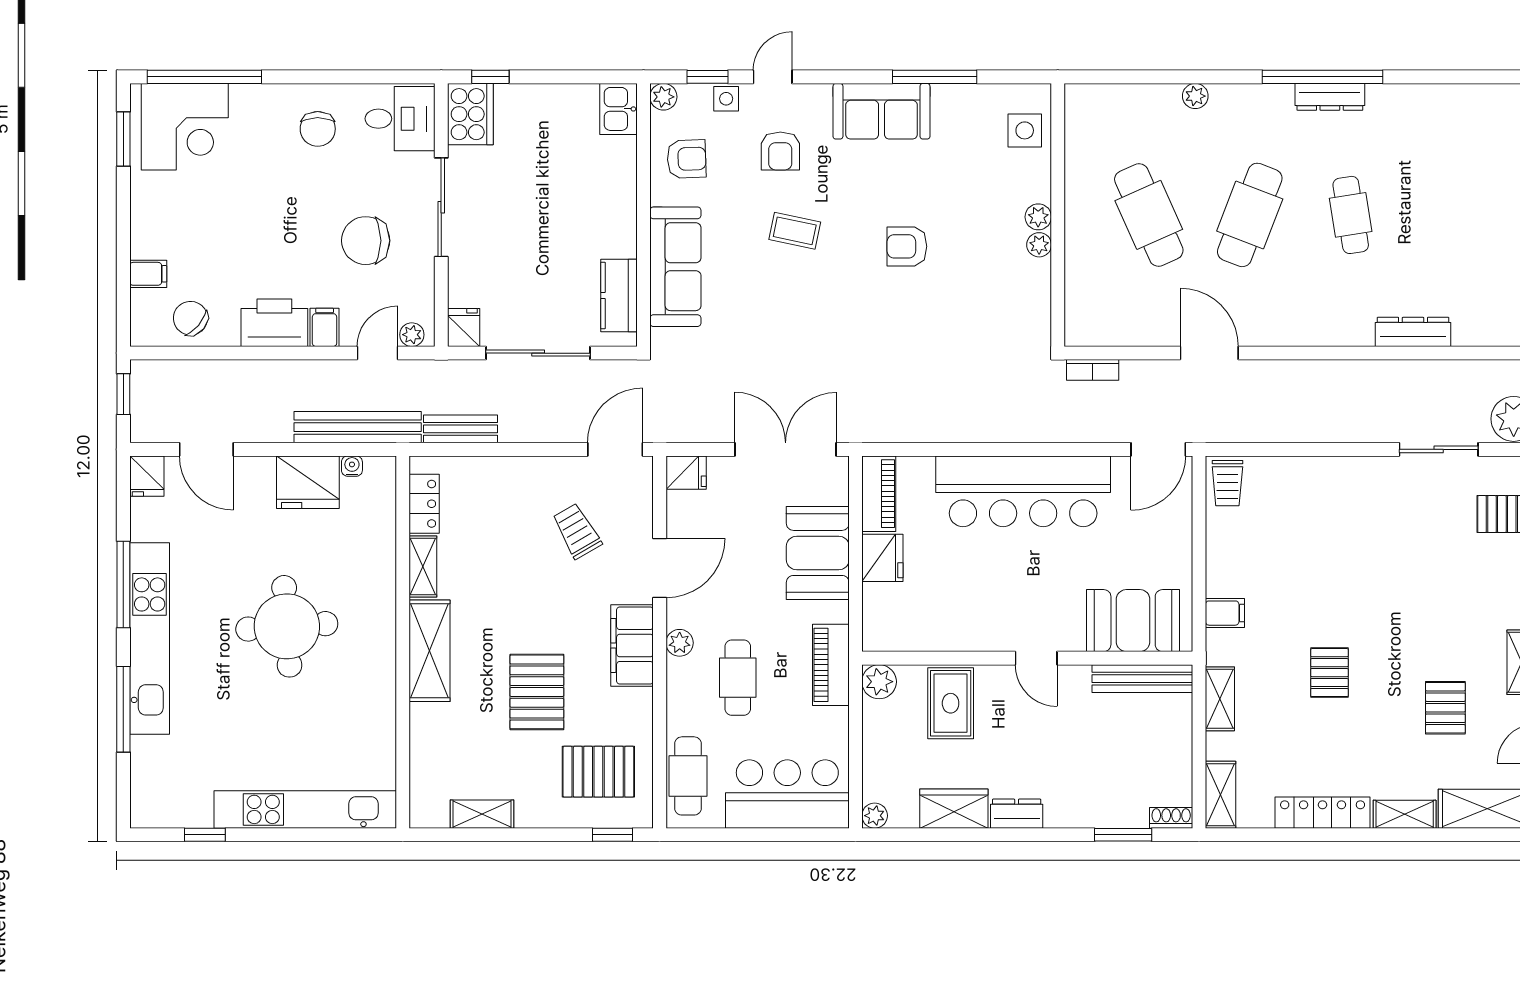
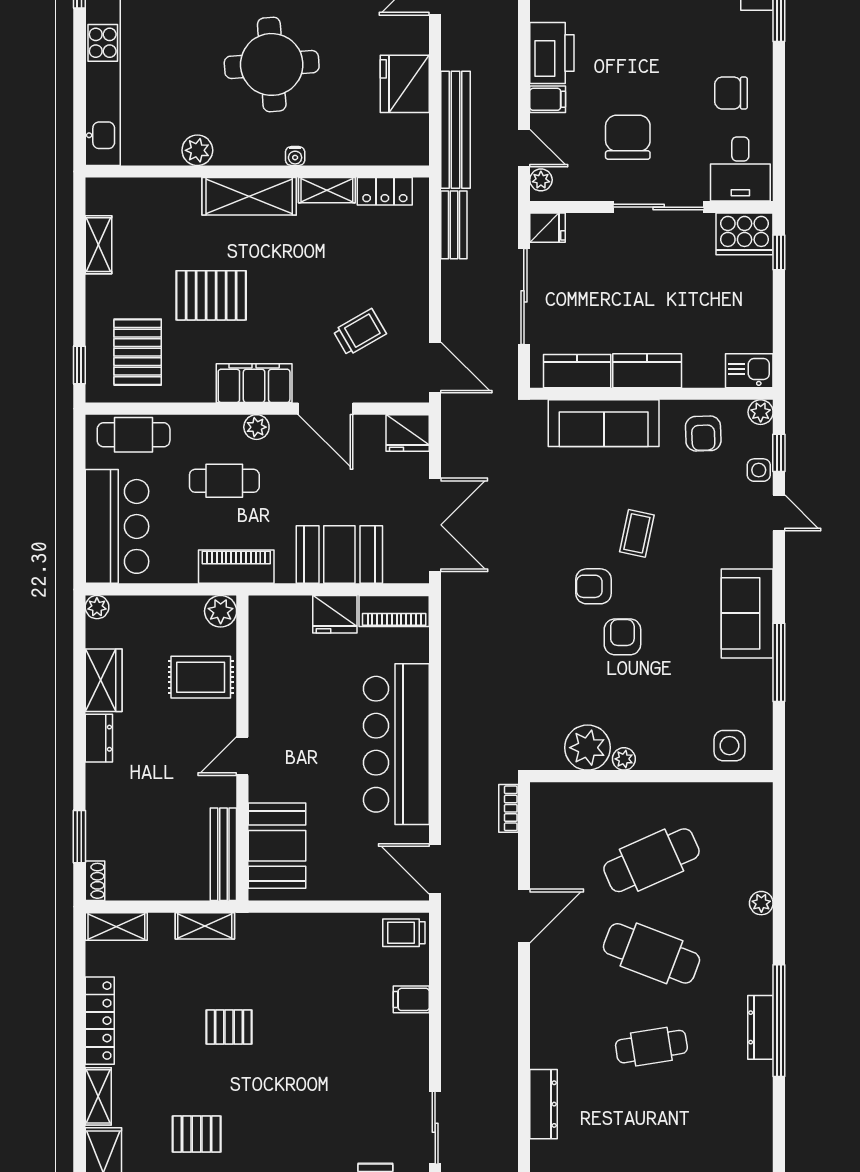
armchair: (780, 151) -> (593, 586), moved
plant: (1038, 217) -> (588, 748), moved, width x1.88, depth x1.88
kitchen counter: (619, 220) -> (647, 371), added
water cooler: (352, 466) -> (295, 156), moved, turned 90
fridge: (686, 473) -> (408, 433), width x1.38
filing cabinet: (1225, 613) -> (411, 999), moved, turned 90
plant: (380, 707) -> (197, 150), added

